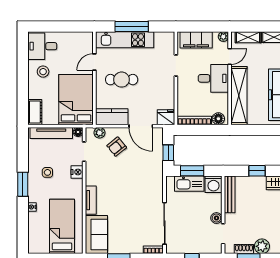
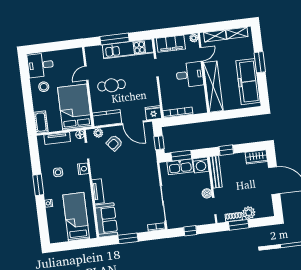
kitchen unit: (125, 40) -> (128, 49), moved
floor lamp: (218, 119) -> (198, 109), removed
tv unit: (51, 133) -> (57, 138), width x0.71
window: (257, 171) -> (226, 150), moved

